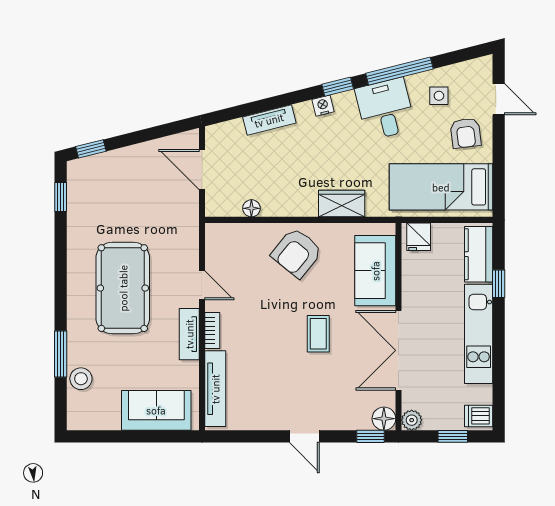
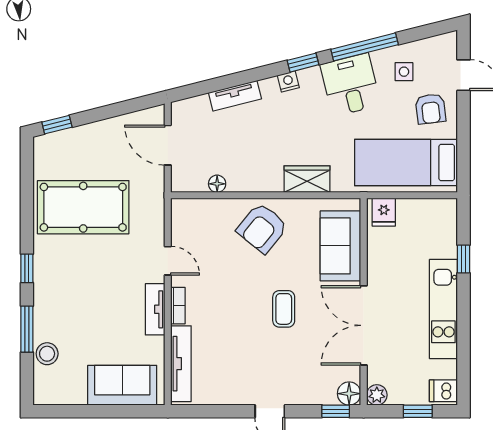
window: (61, 197) -> (27, 268), moved
kitchen counter: (479, 254) -> (444, 230), removed
pool table: (123, 288) -> (83, 207), moved, turned 90

